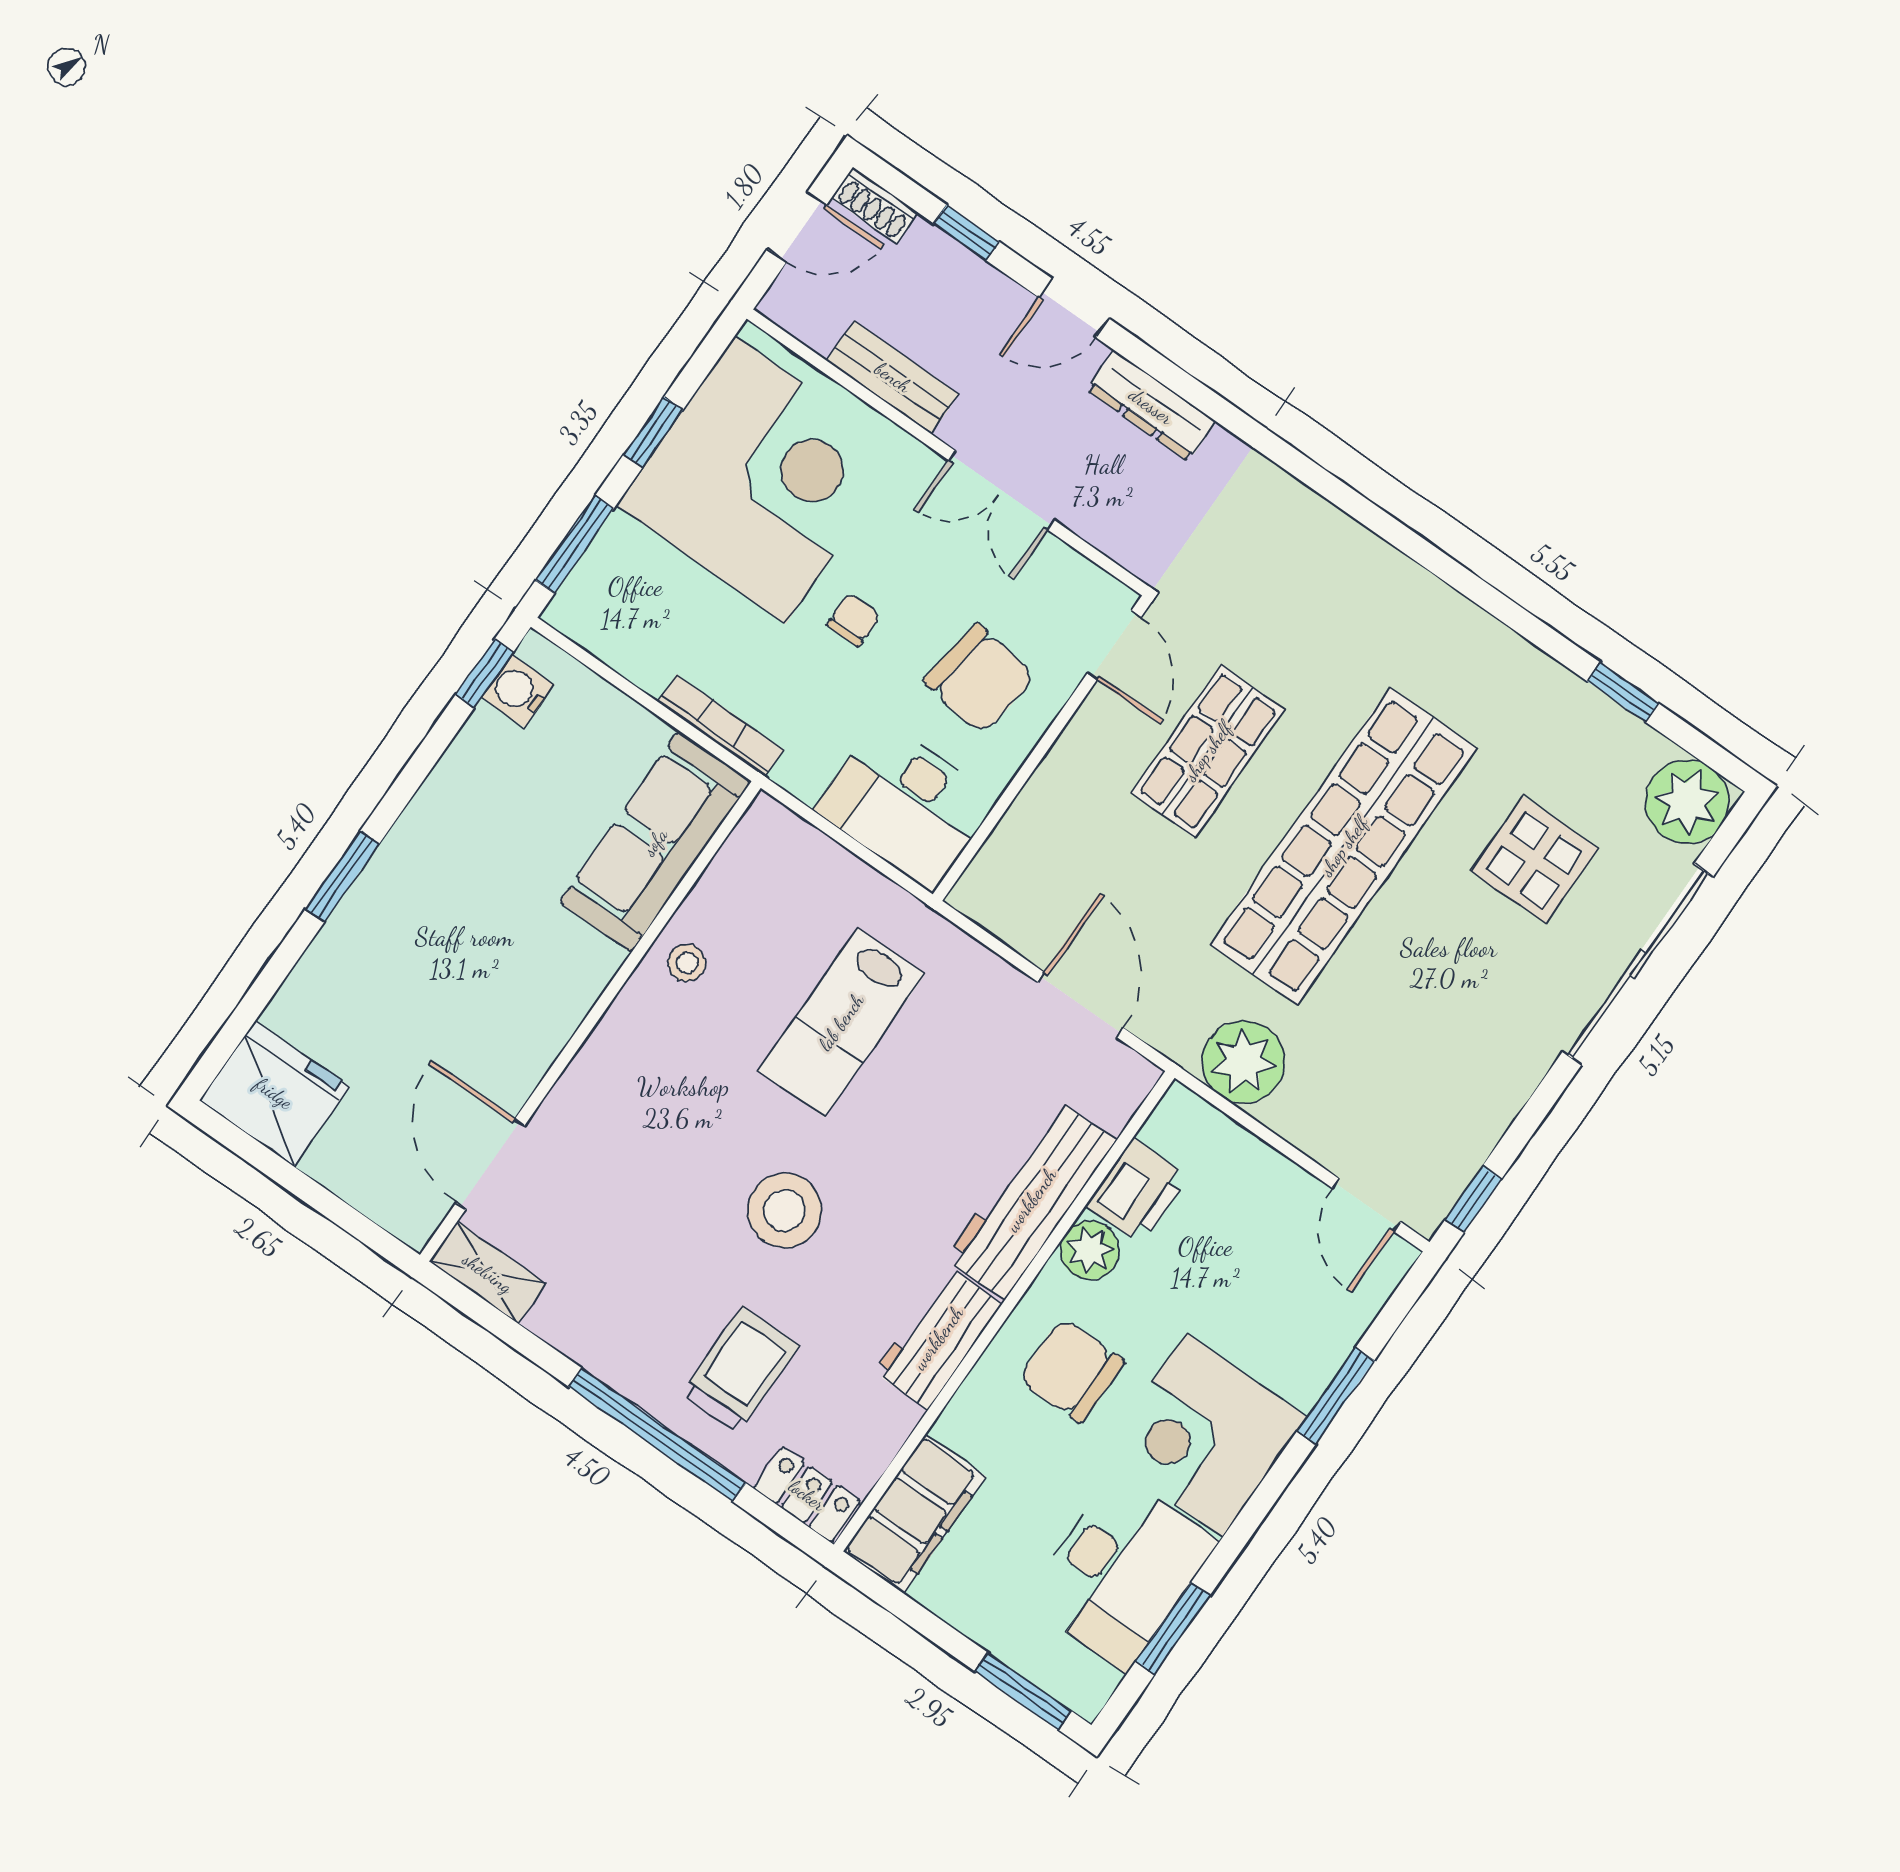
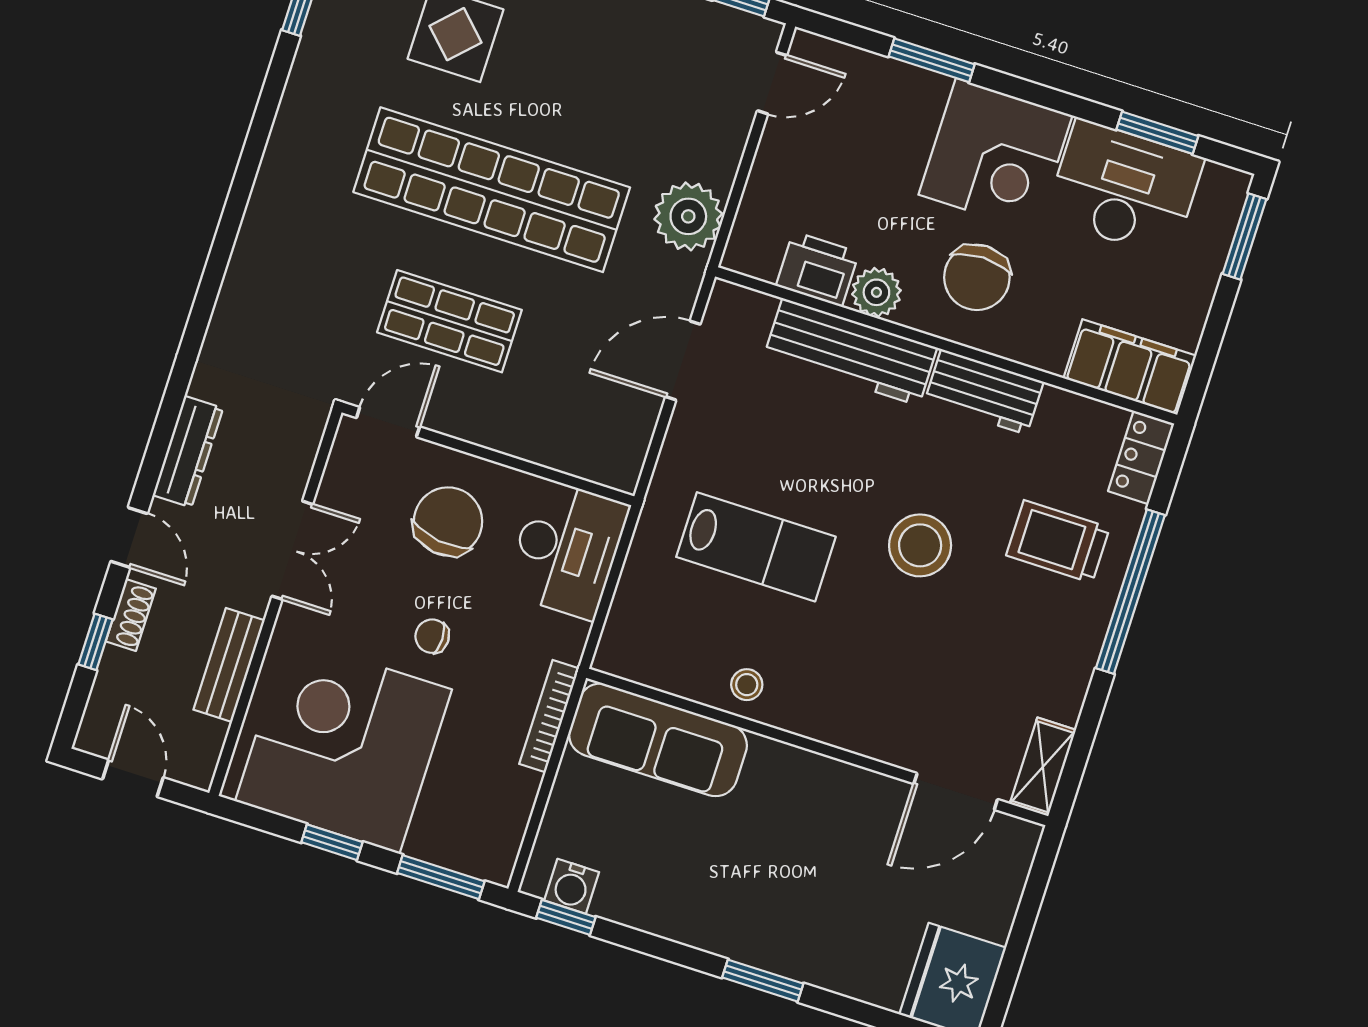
shoe rack: (875, 206) -> (131, 615), moved

